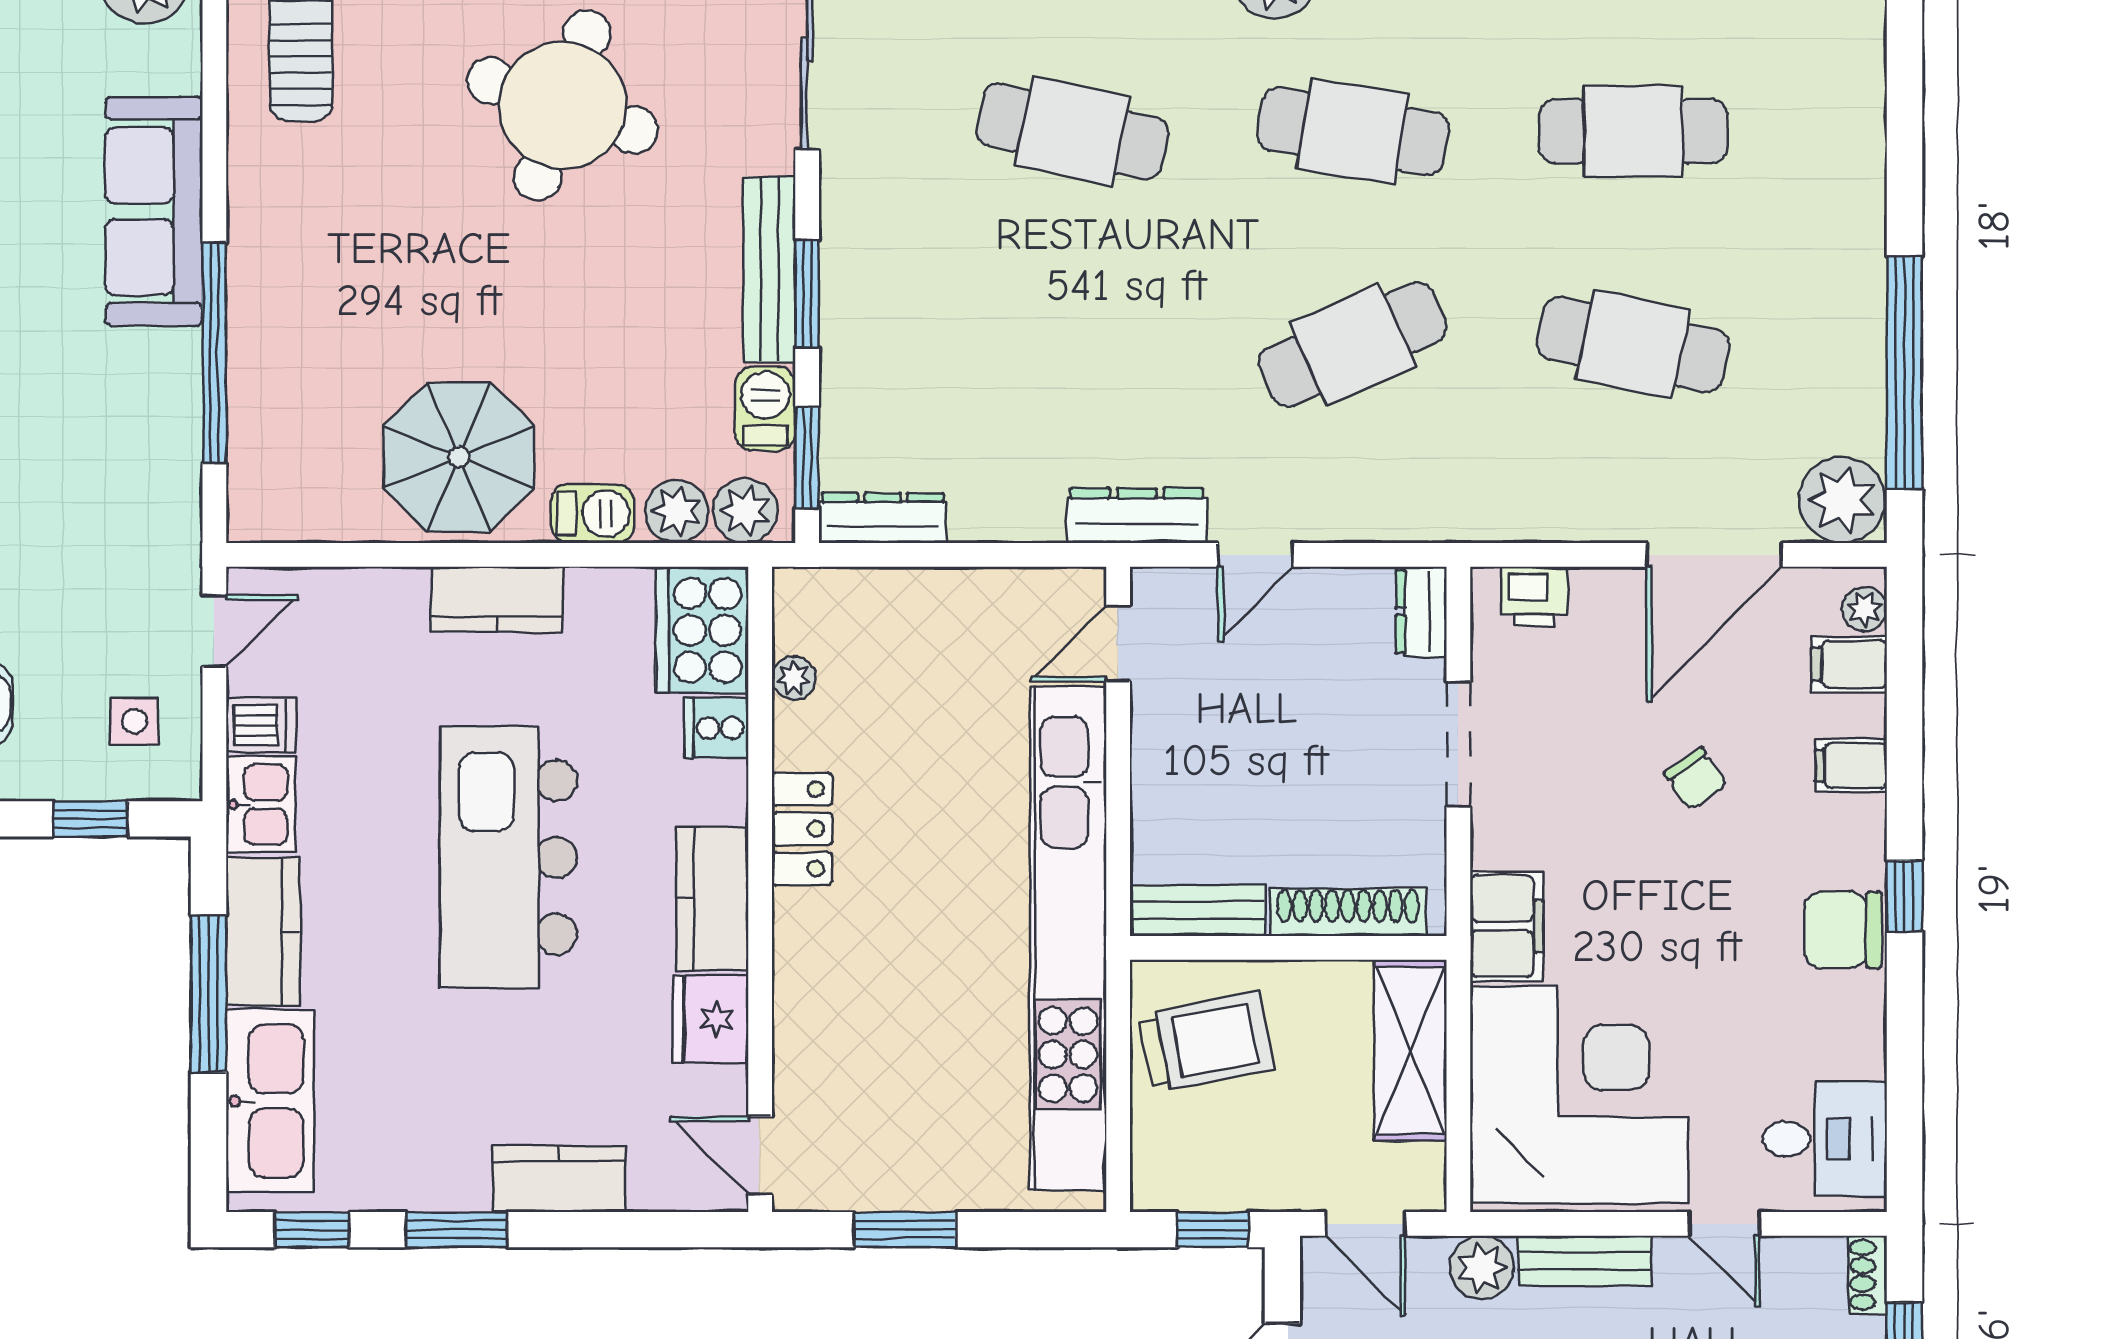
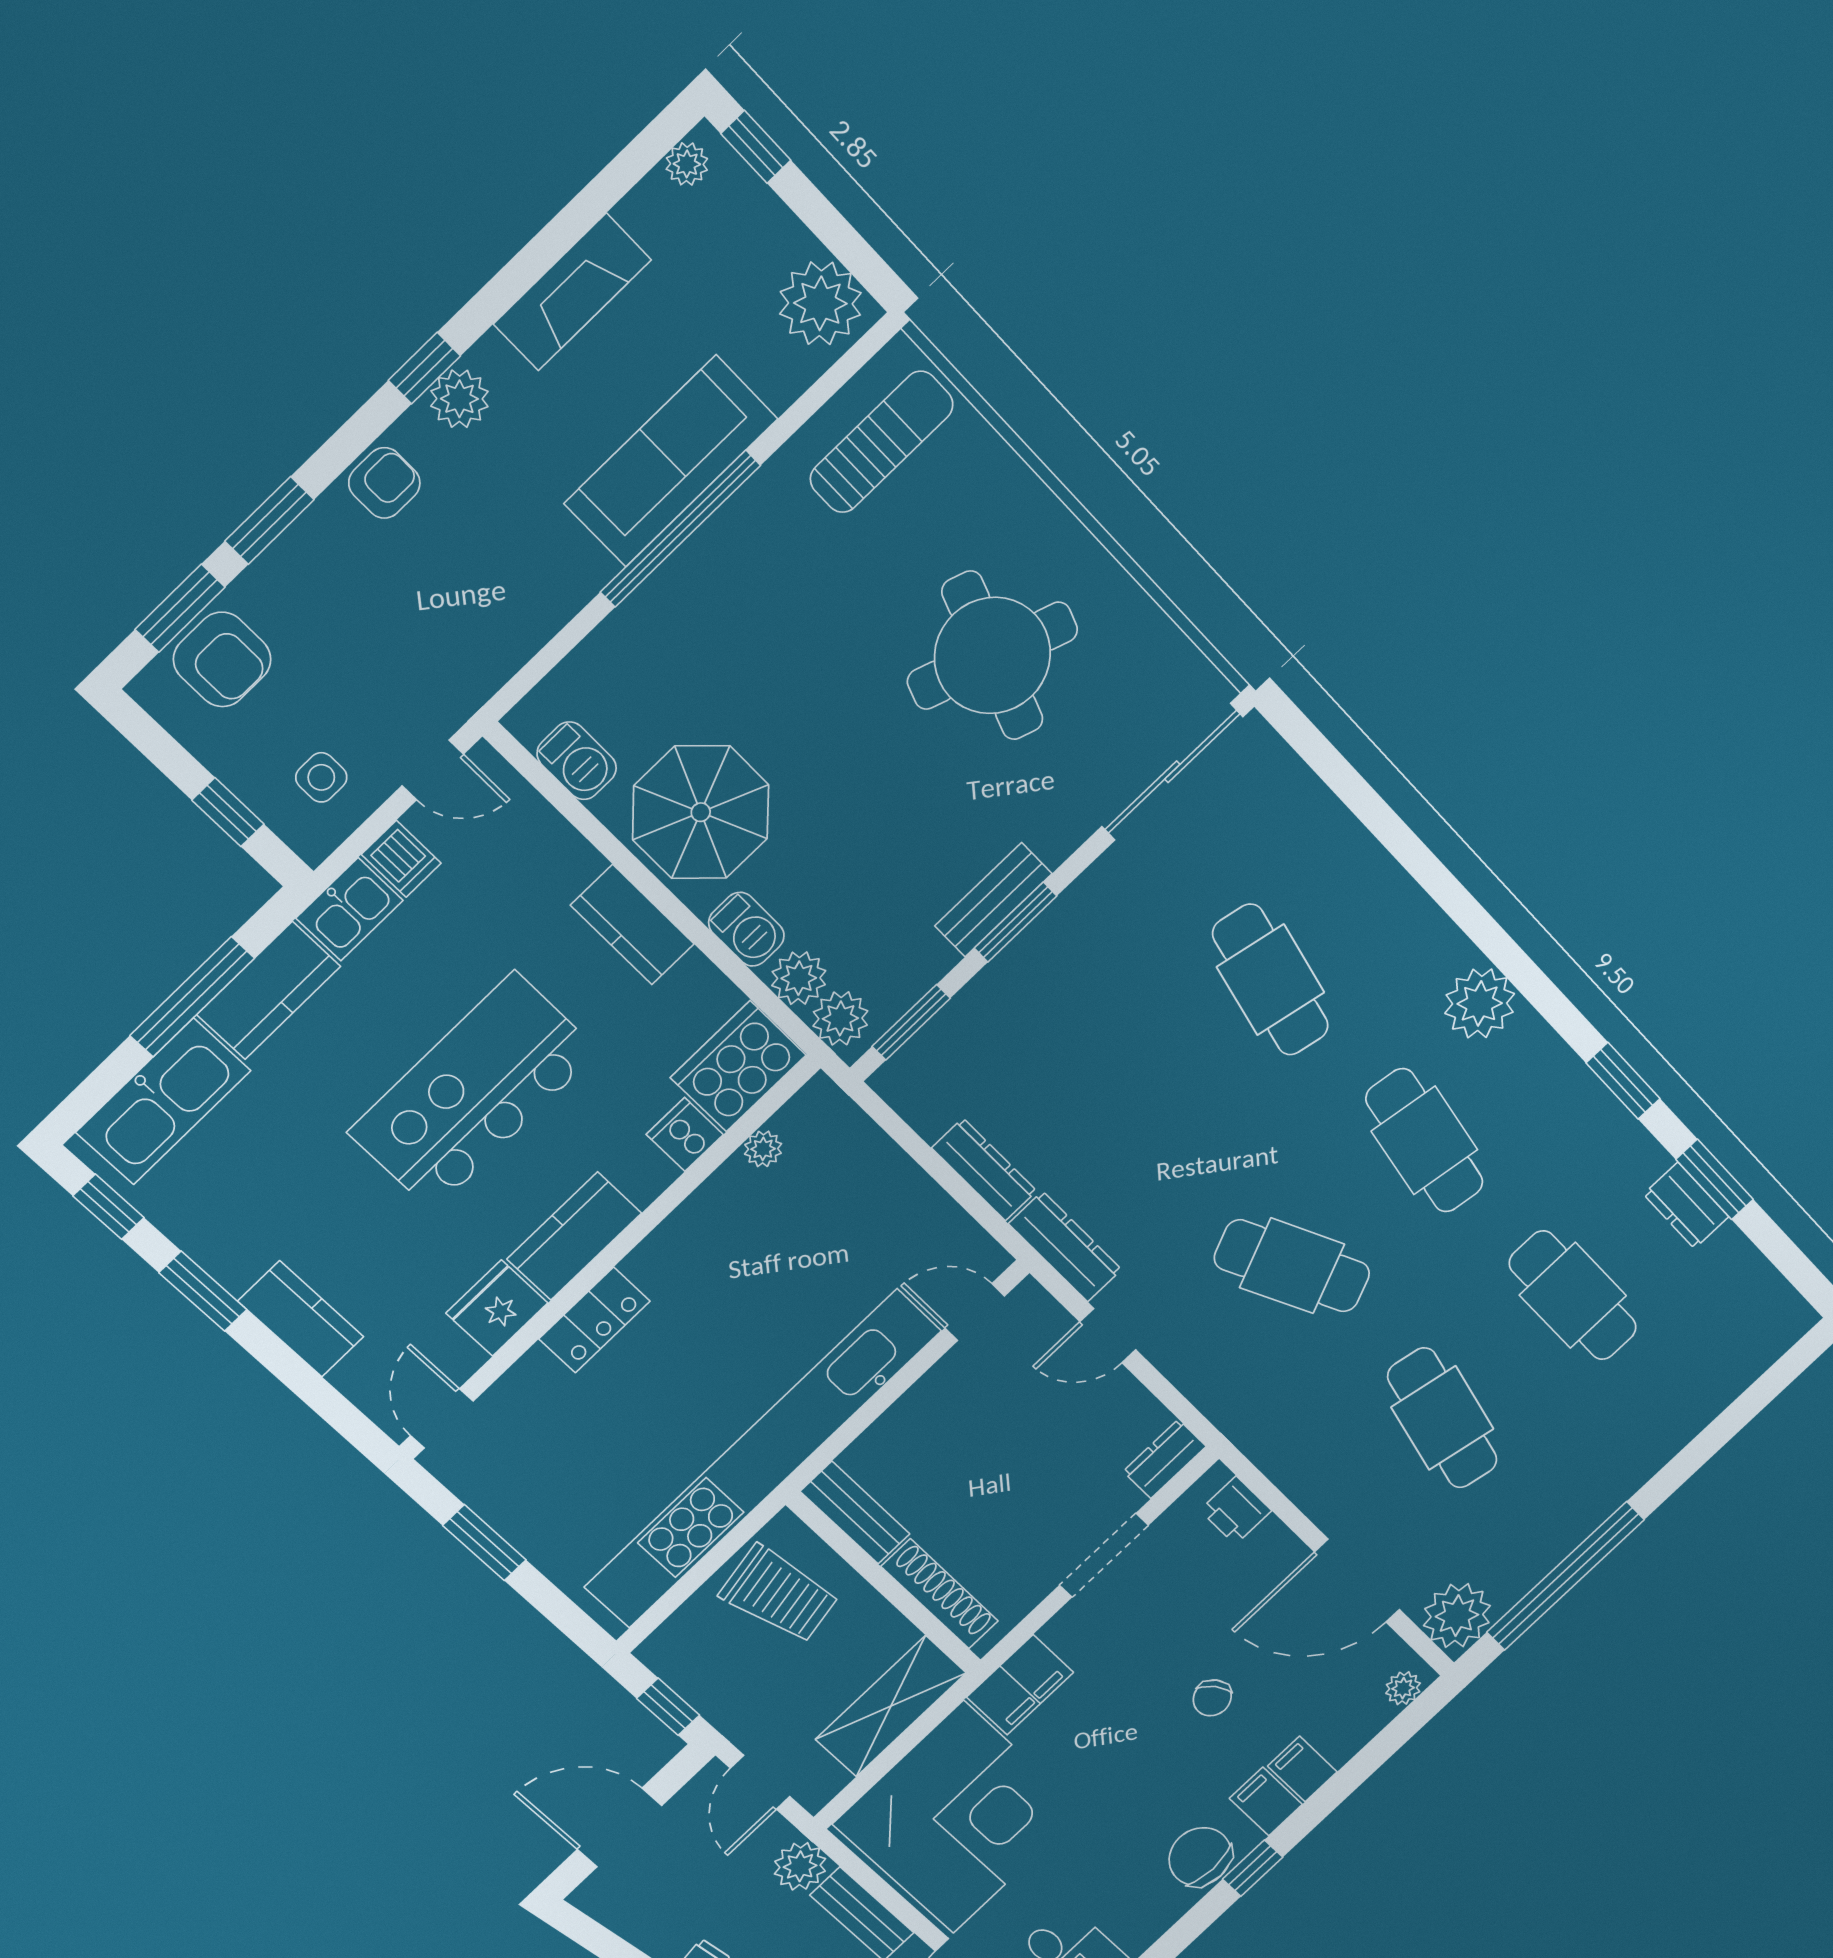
bench: (769, 269) -> (993, 900), width x0.73
window: (214, 353) -> (680, 529), moved
barbecue: (765, 409) -> (577, 761), moved, turned 90
dresser: (883, 518) -> (984, 1170), moved
filing cabinet: (1849, 664) -> (1266, 1801), moved
locker: (802, 829) -> (594, 1320), moved

